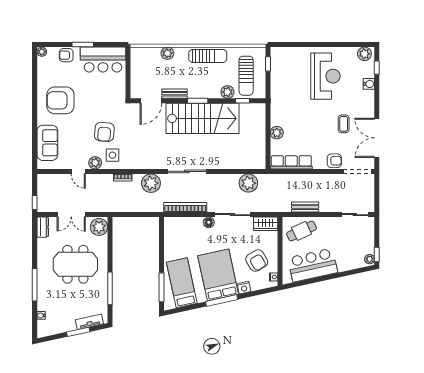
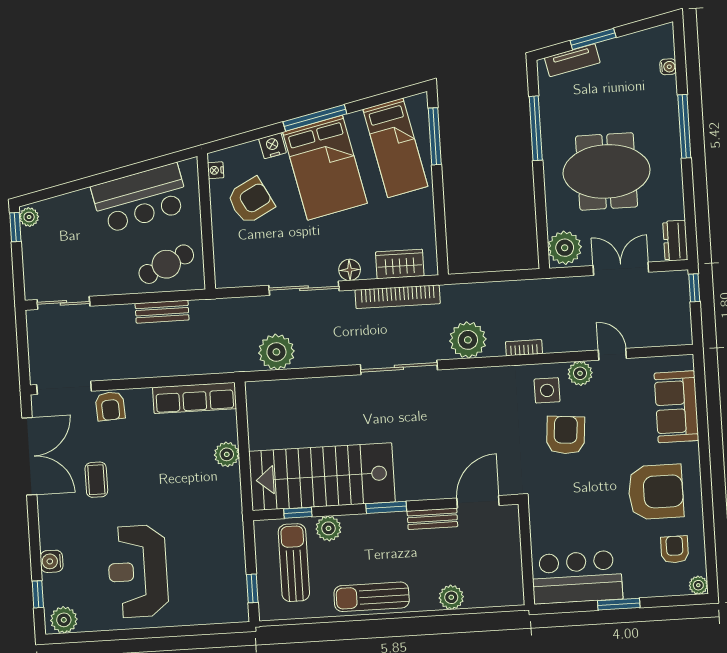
armchair: (66, 55) -> (675, 549), moved, turned -90
stairs: (203, 118) -> (322, 477), moved
armchair: (334, 161) -> (110, 406), turned -92
wardrobe: (266, 224) -> (400, 264), moved
armchair: (257, 261) -> (251, 201), turned 93

